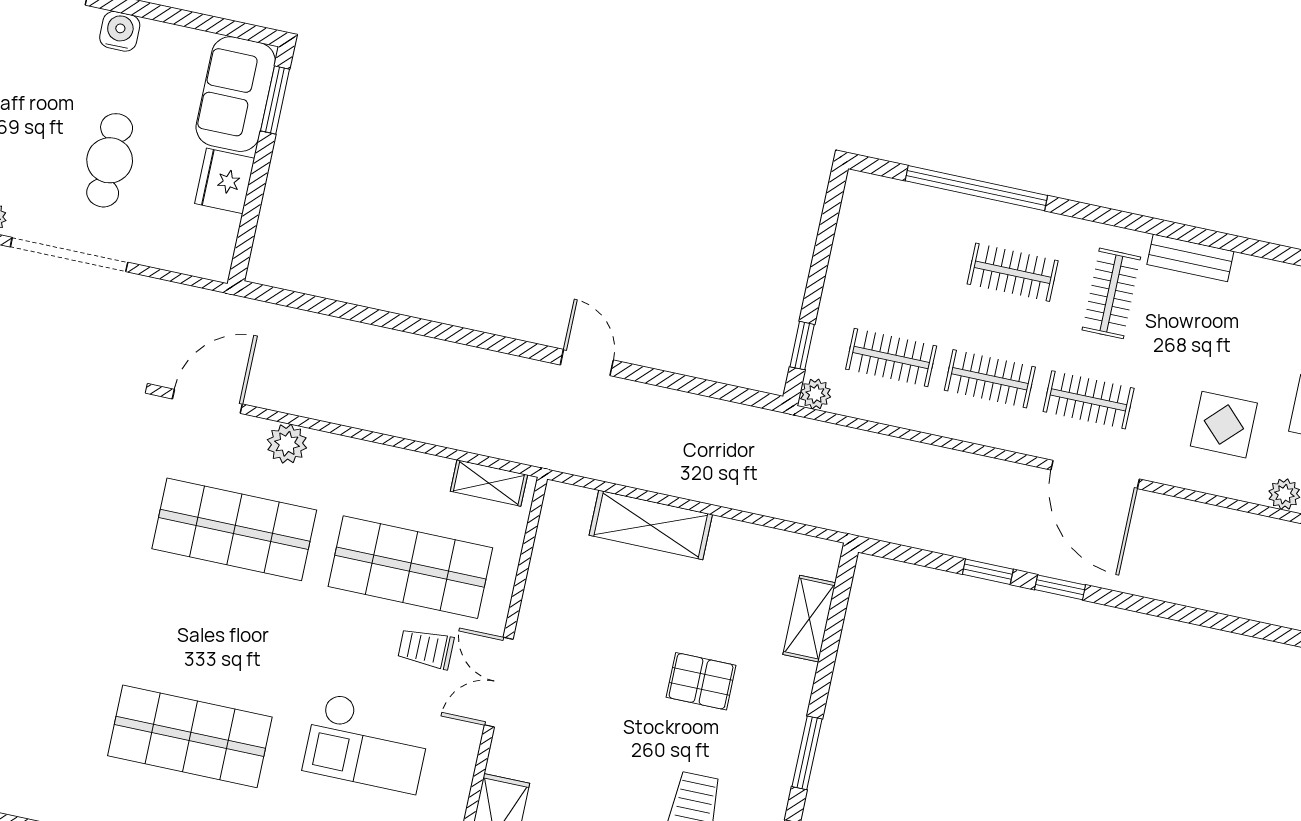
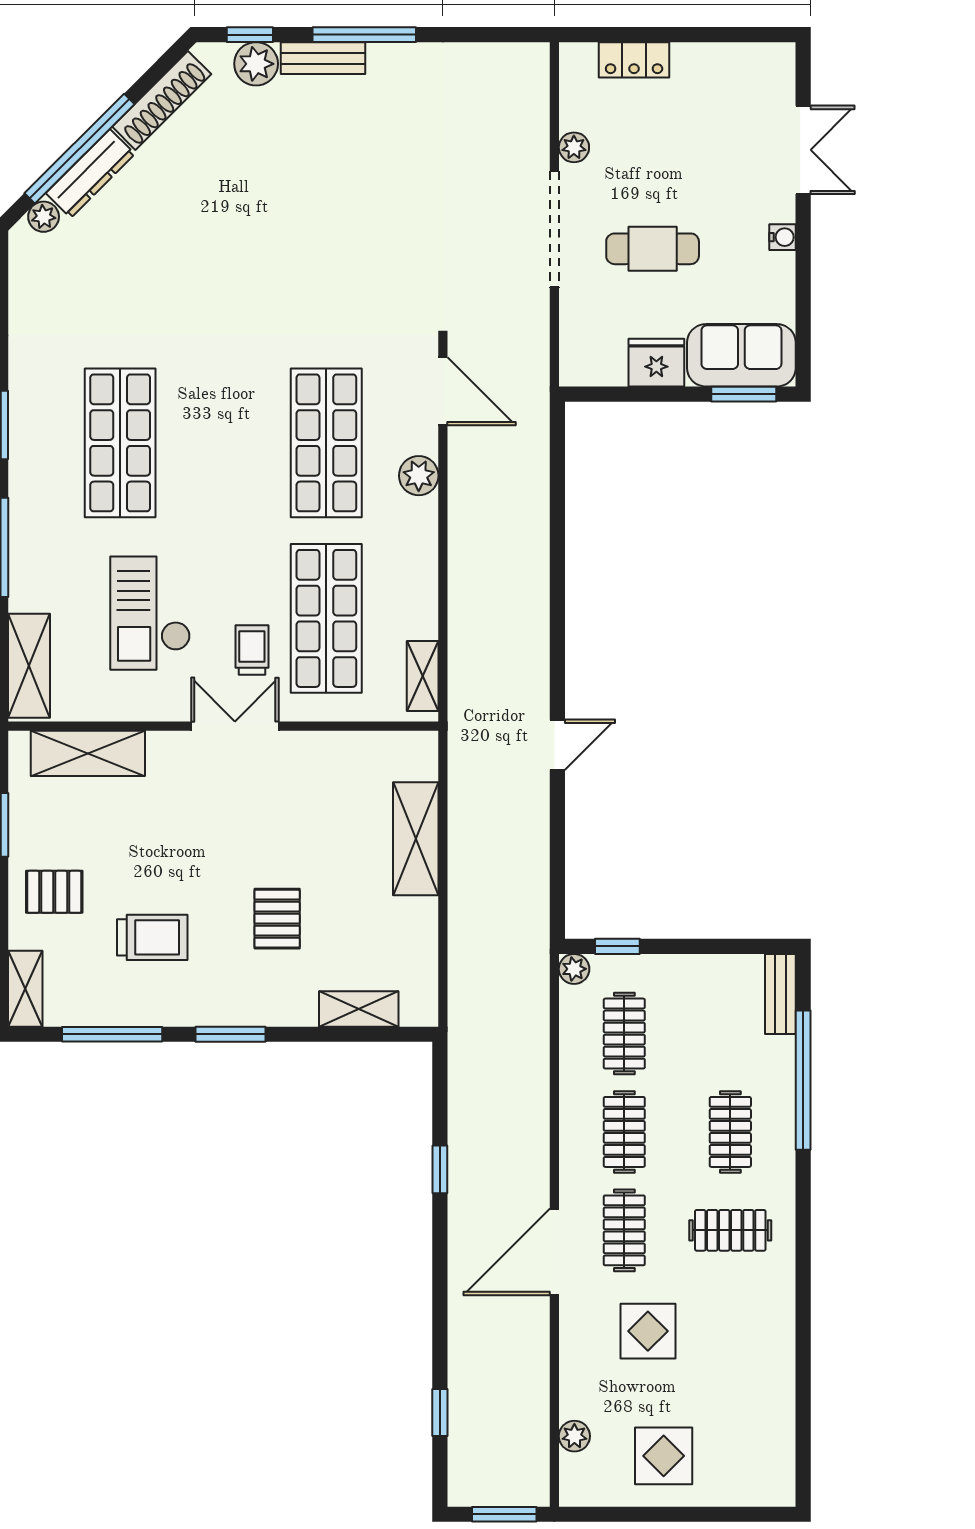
water cooler: (120, 31) -> (783, 237), width x0.72, depth x0.72
bench: (1190, 258) -> (780, 994), moved
display table: (1224, 425) -> (648, 1331), moved
window: (1060, 587) -> (440, 1413), moved

